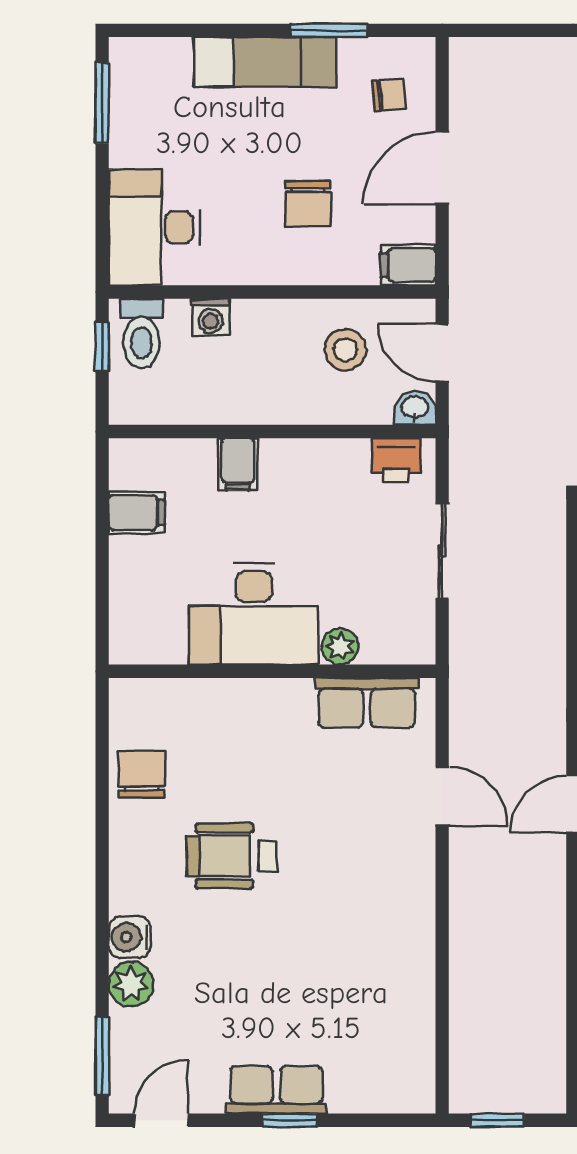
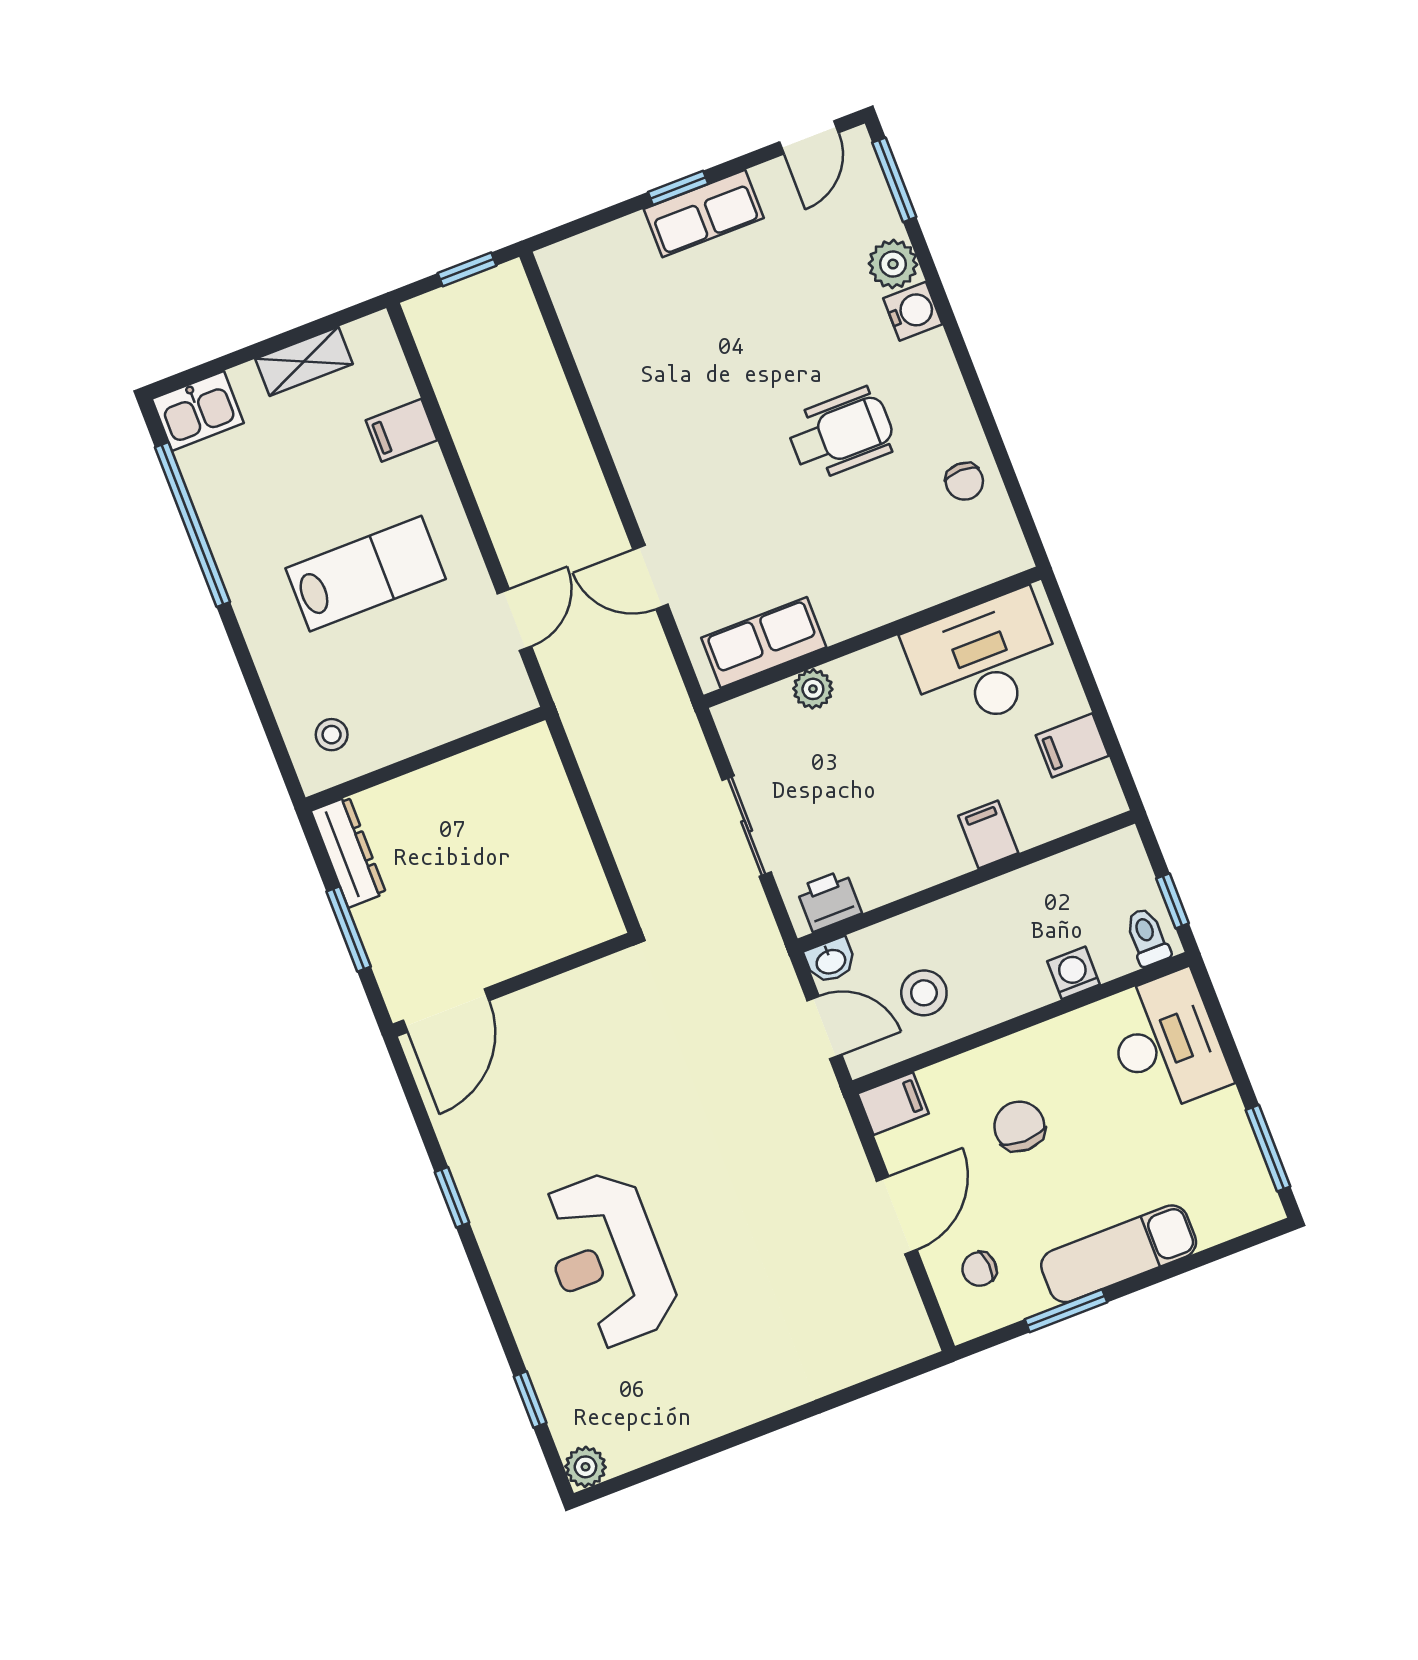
toilet: (141, 333) -> (1147, 937), width x0.73, depth x0.72
desk: (254, 614) -> (984, 661), moved
chair: (142, 774) -> (964, 481), width x0.73, depth x0.73

